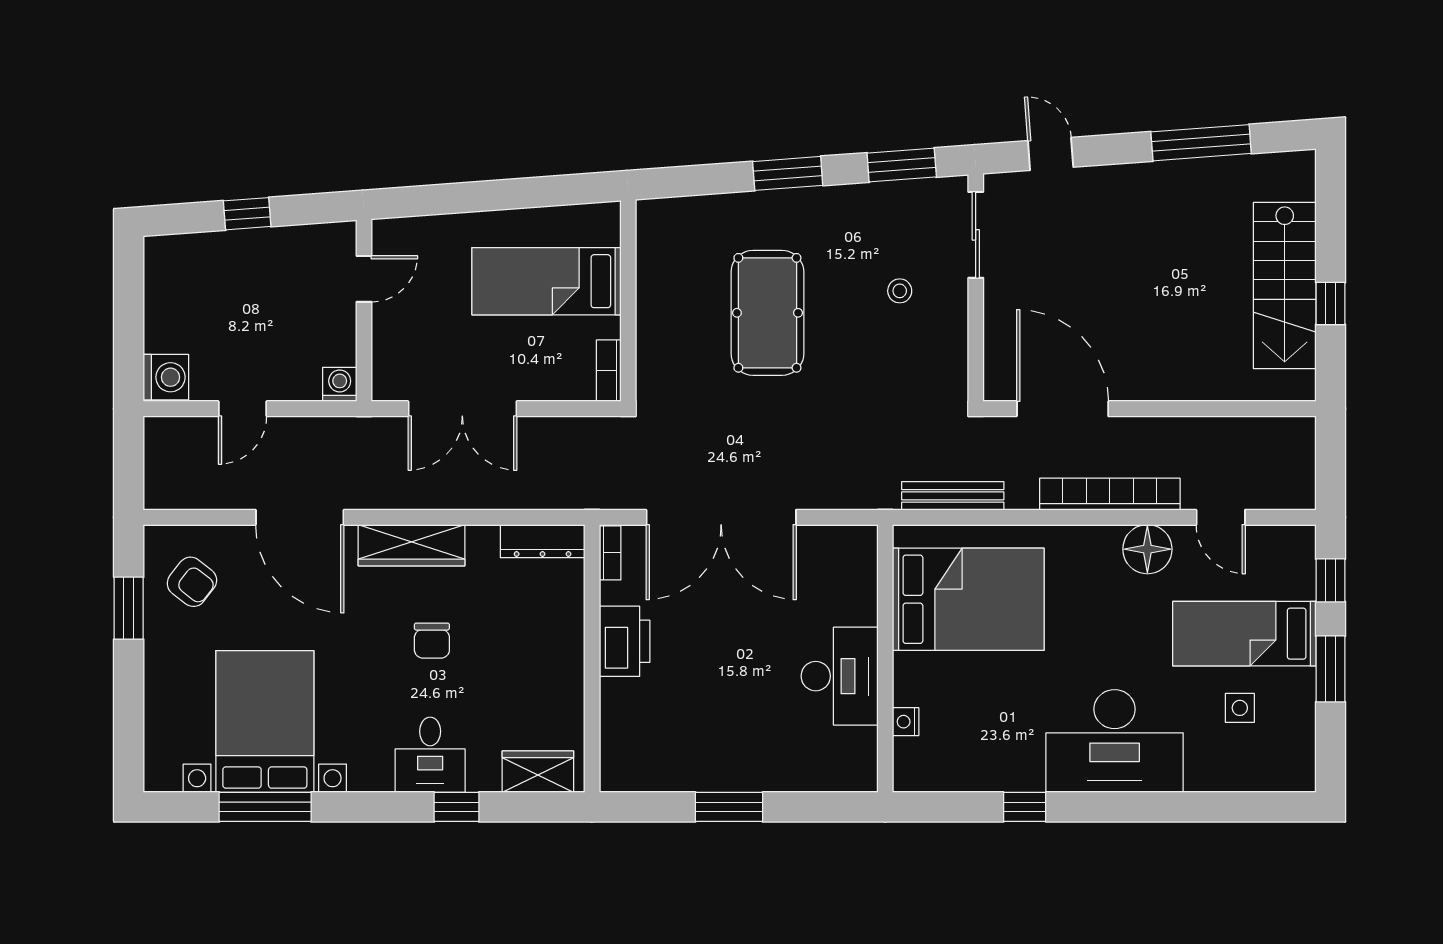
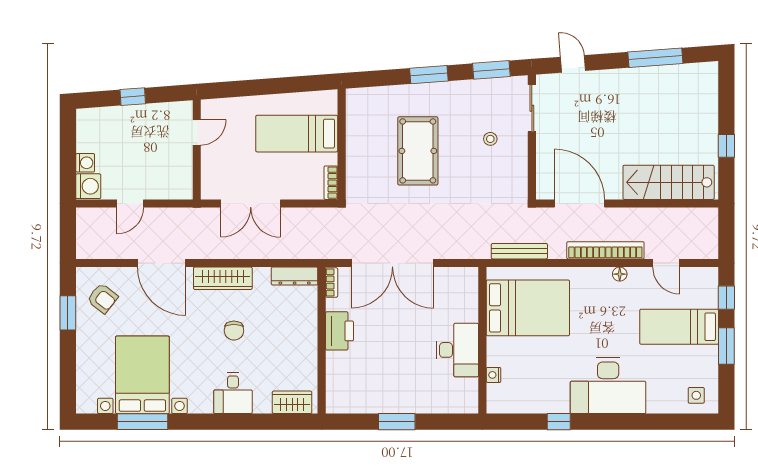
stairs: (1285, 286) -> (669, 182), moved, turned 90
washing machine: (340, 384) -> (85, 163), moved, turned 90
floor lamp: (1147, 549) -> (620, 274), width x0.53, depth x0.53
side table: (1240, 708) -> (696, 395), moved
window: (457, 807) -> (247, 422), removed

